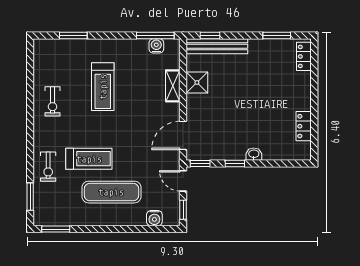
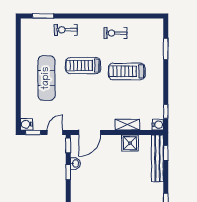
window: (155, 36) -> (166, 111), width x0.46
water cooler: (156, 46) -> (158, 125), moved
door: (183, 135) -> (90, 133), swing flipped
washbasin: (254, 154) -> (75, 163), moved
treadmill: (89, 159) -> (83, 66), moved, turned 90
water cooler: (154, 218) -> (27, 124), moved
window: (56, 229) -> (18, 36), removed

